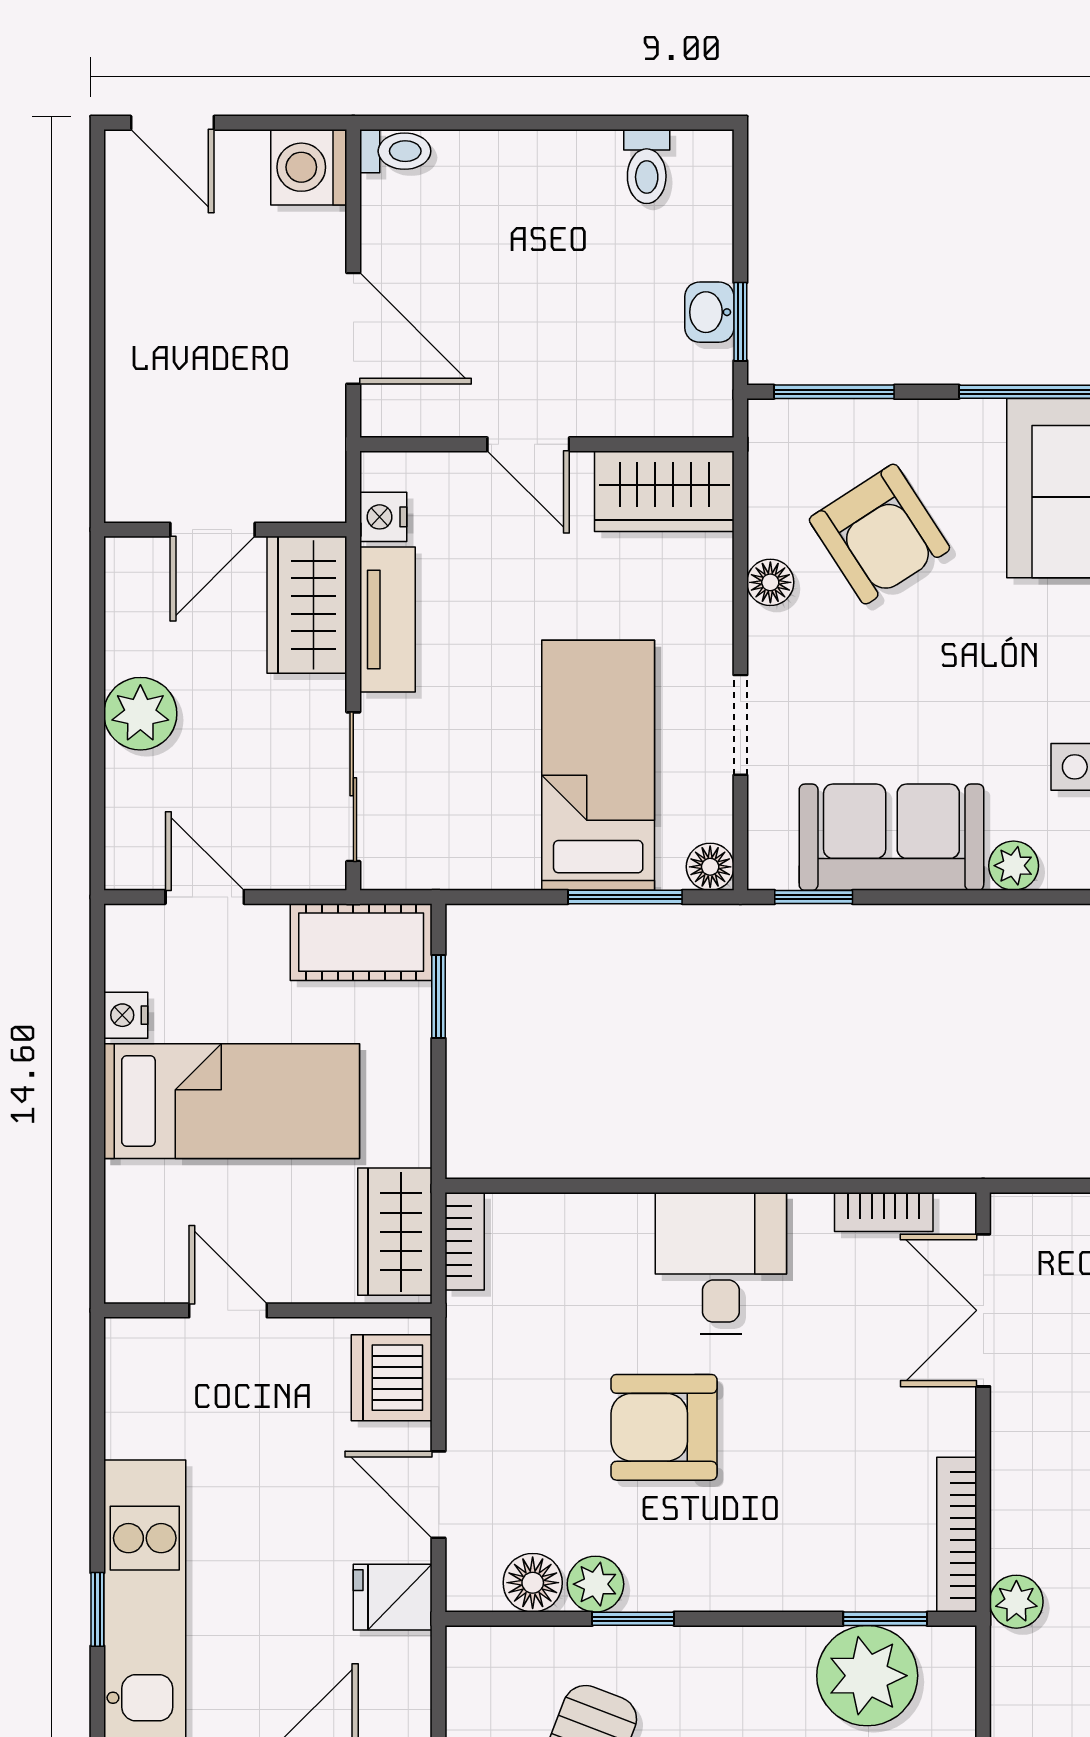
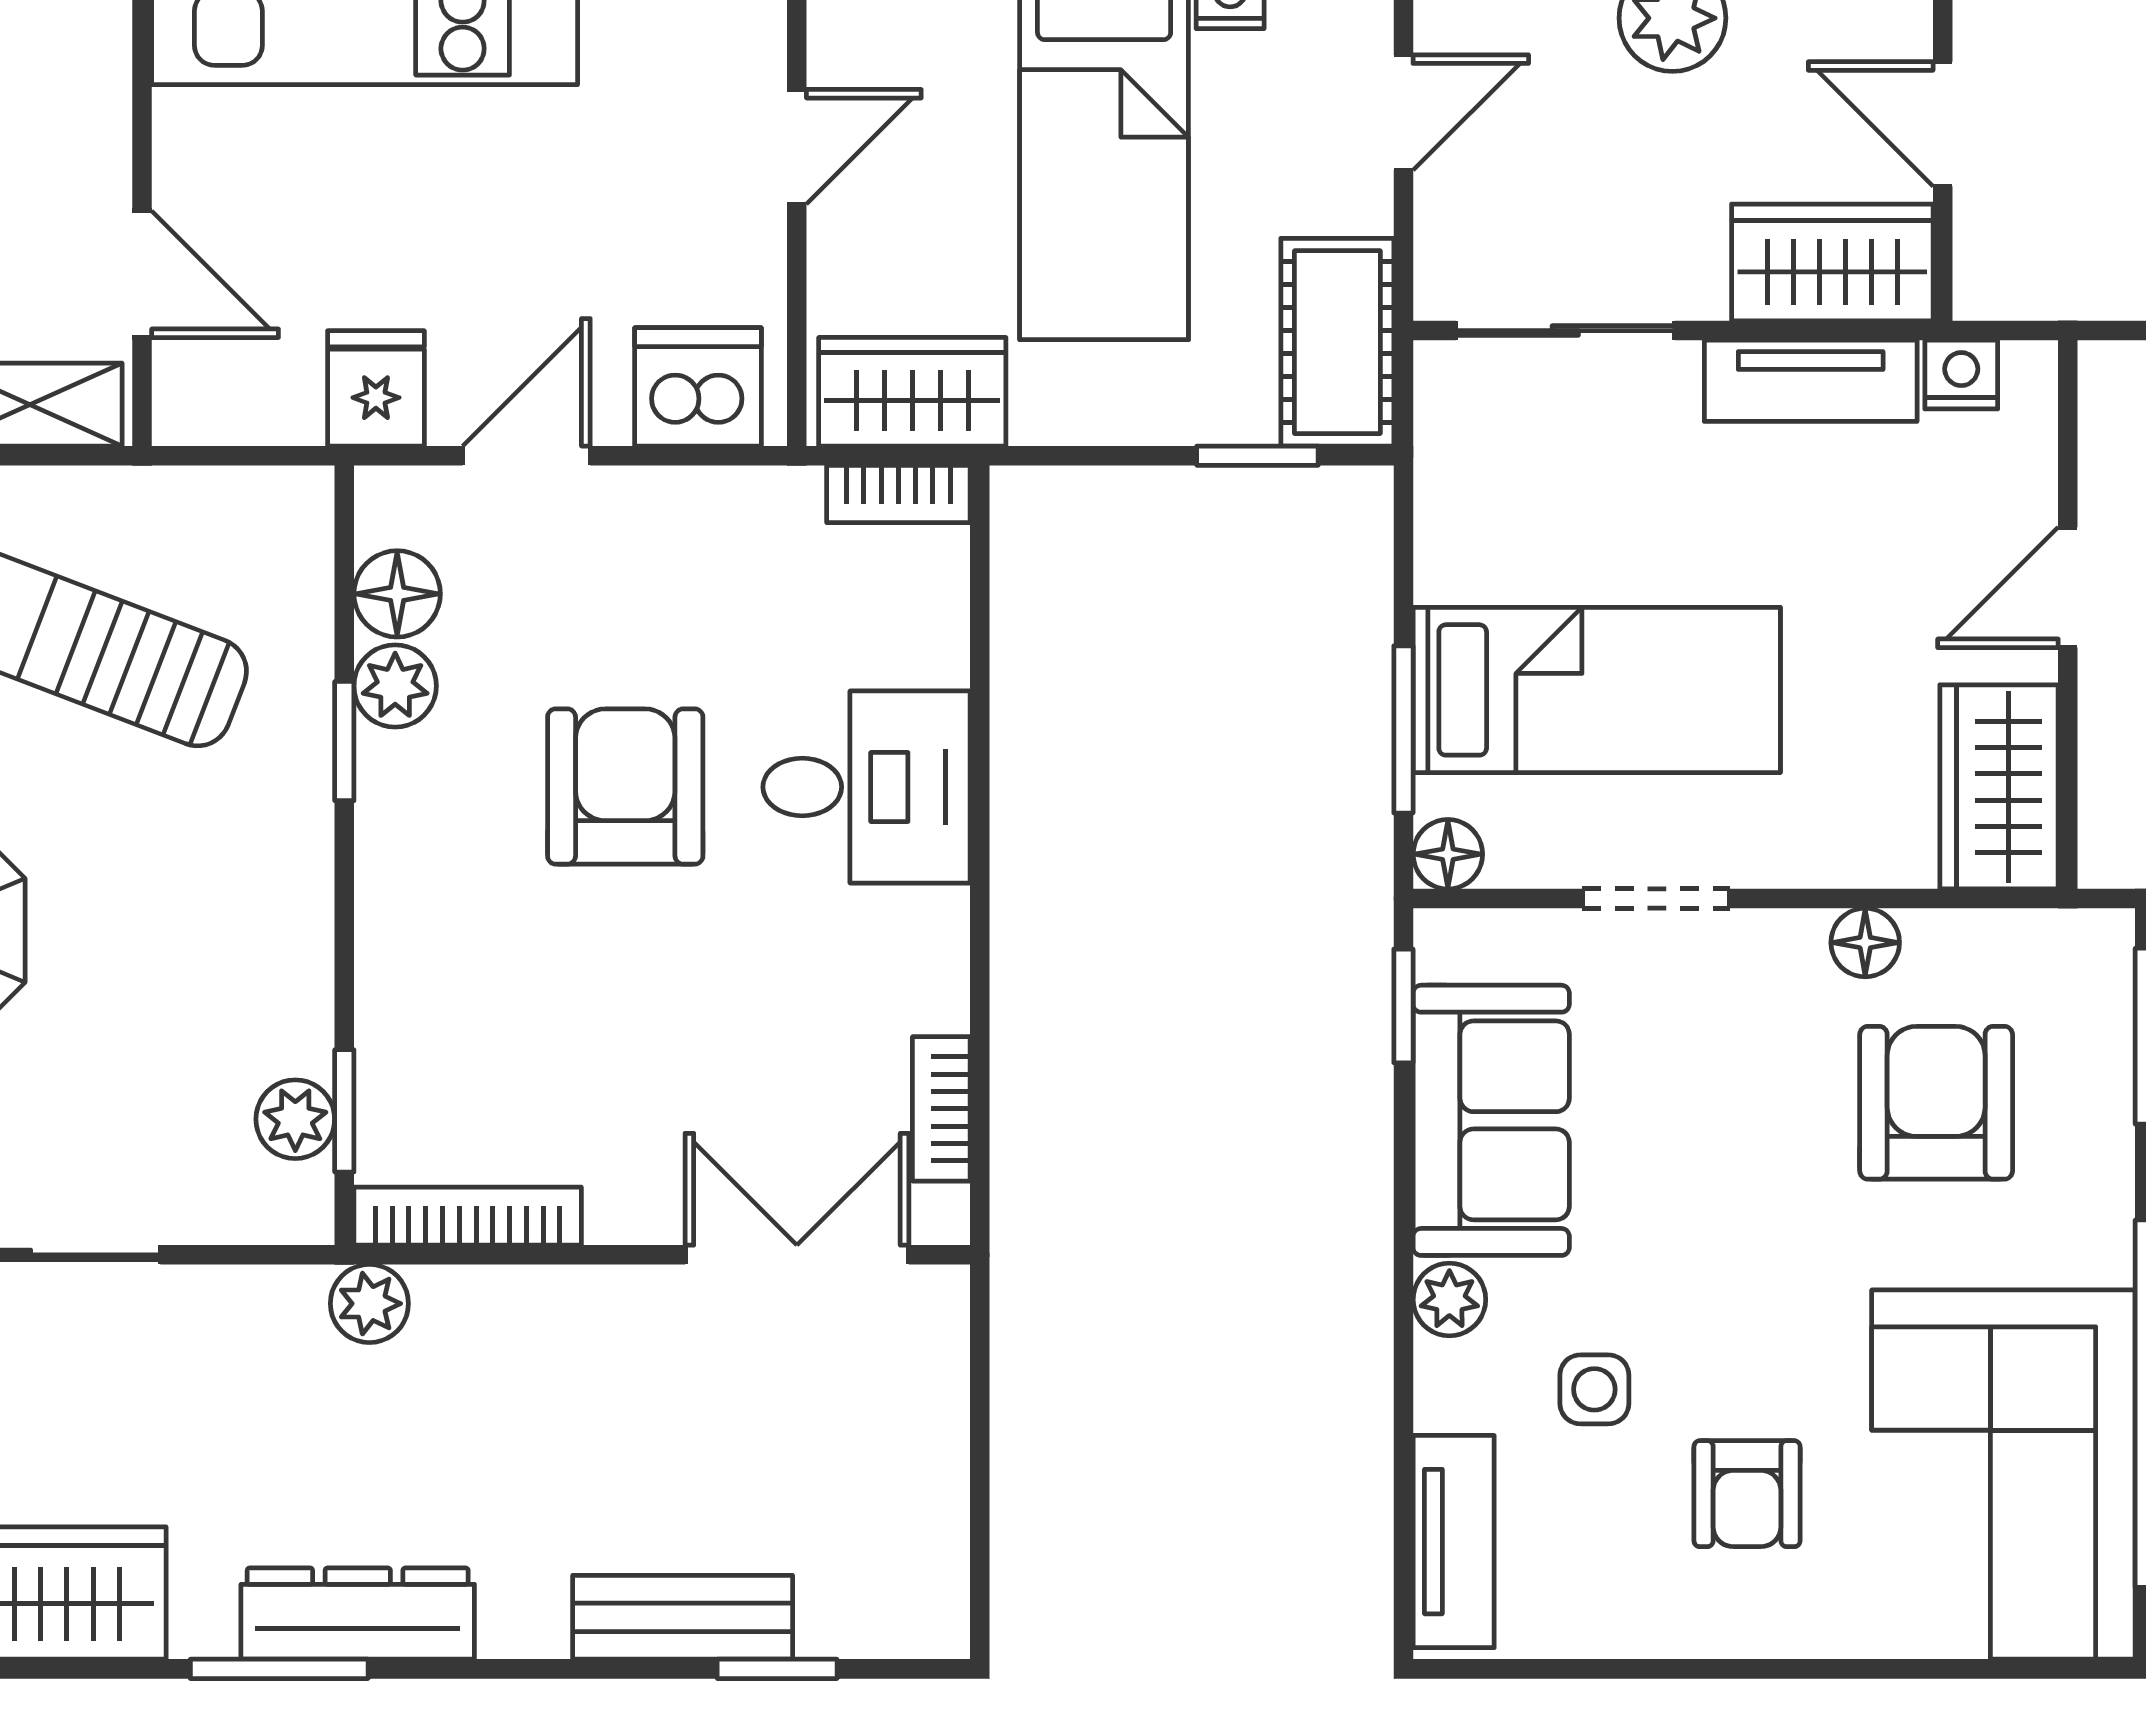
armchair: (879, 534) -> (1936, 1103), turned 123
desk: (721, 1263) -> (867, 787), moved
plant: (867, 1676) -> (295, 1119), width x0.53, depth x0.53

